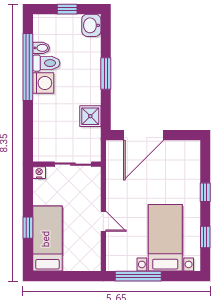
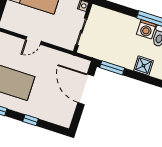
window: (106, 74) -> (112, 68), moved
shower: (90, 116) -> (143, 66), moved

